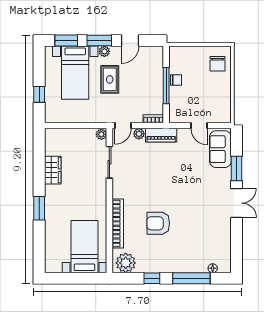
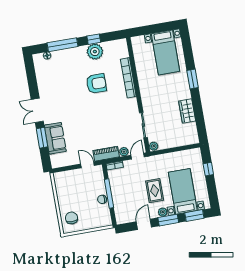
door: (199, 126) -> (88, 165), moved
sofa: (220, 149) -> (55, 138), moved
bed with nightstands: (84, 247) -> (165, 53), moved
plant: (126, 263) -> (95, 52), moved

